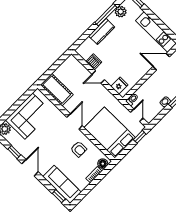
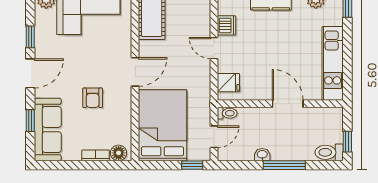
door: (161, 62) -> (288, 104), moved
armchair: (79, 149) -> (93, 98), moved
window: (59, 196) -> (30, 121), moved

